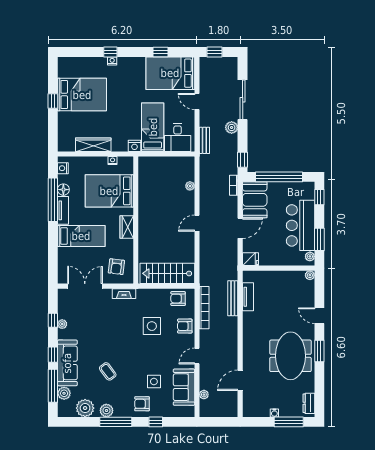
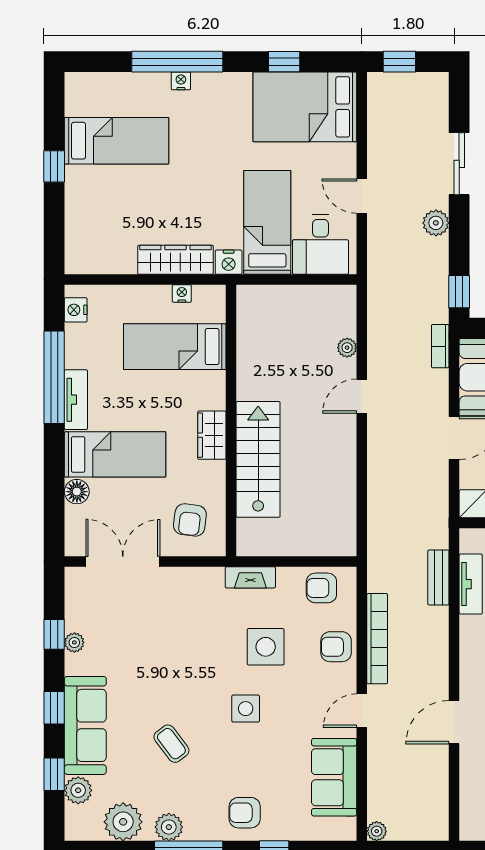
window: (110, 52) -> (177, 62), width x3.17
bed: (82, 95) -> (116, 141), width x0.67
sliding door: (243, 100) -> (459, 164), width x0.73
door: (197, 102) -> (362, 196), moved
bench: (204, 140) -> (378, 250), removed
wardrobe: (93, 145) -> (176, 260), moved
floor lamp: (63, 190) -> (77, 492), moved
bed: (109, 191) -> (175, 347), width x0.67
door: (197, 223) -> (362, 396), moved
stairs: (167, 273) -> (258, 459), moved, turned 90
fireplace: (124, 294) -> (250, 577), moved
bench: (233, 298) -> (438, 577), width x0.73
bookcase: (204, 308) -> (377, 639), moved
door: (240, 380) -> (454, 722), moved
side table: (154, 381) -> (246, 709), moved
window: (53, 386) -> (54, 774), width x0.46
plant: (204, 395) -> (377, 831), moved

